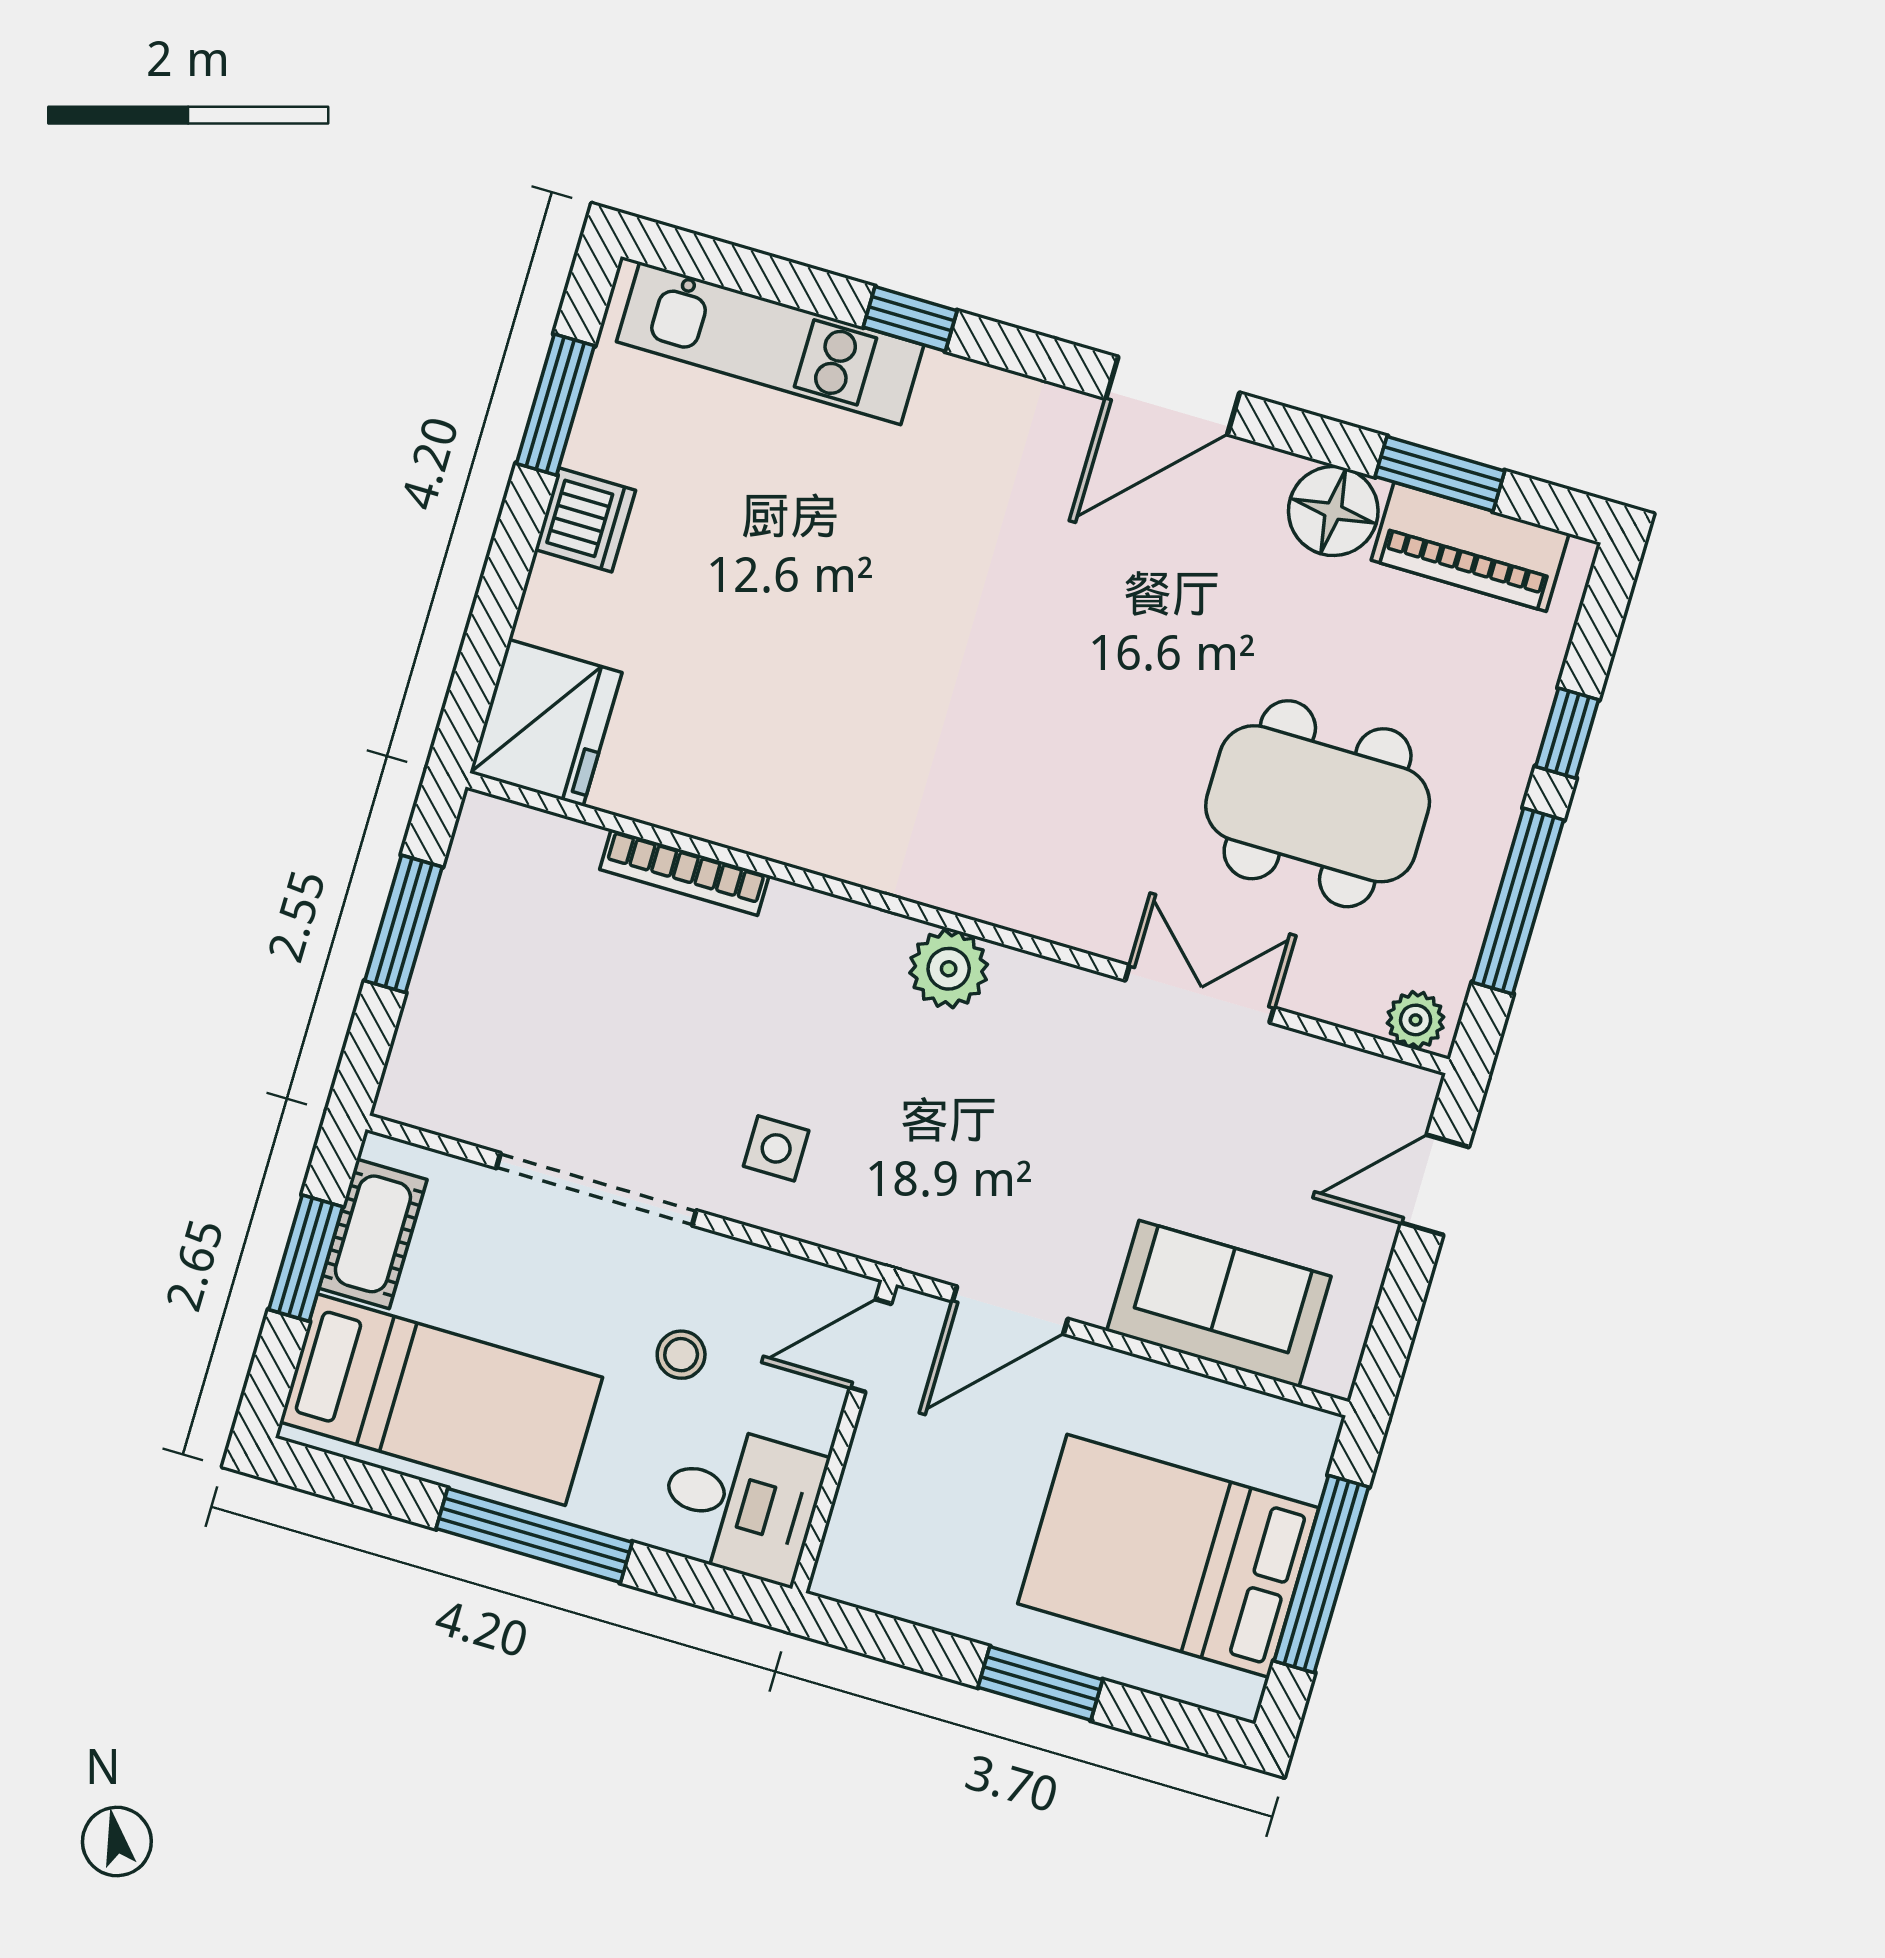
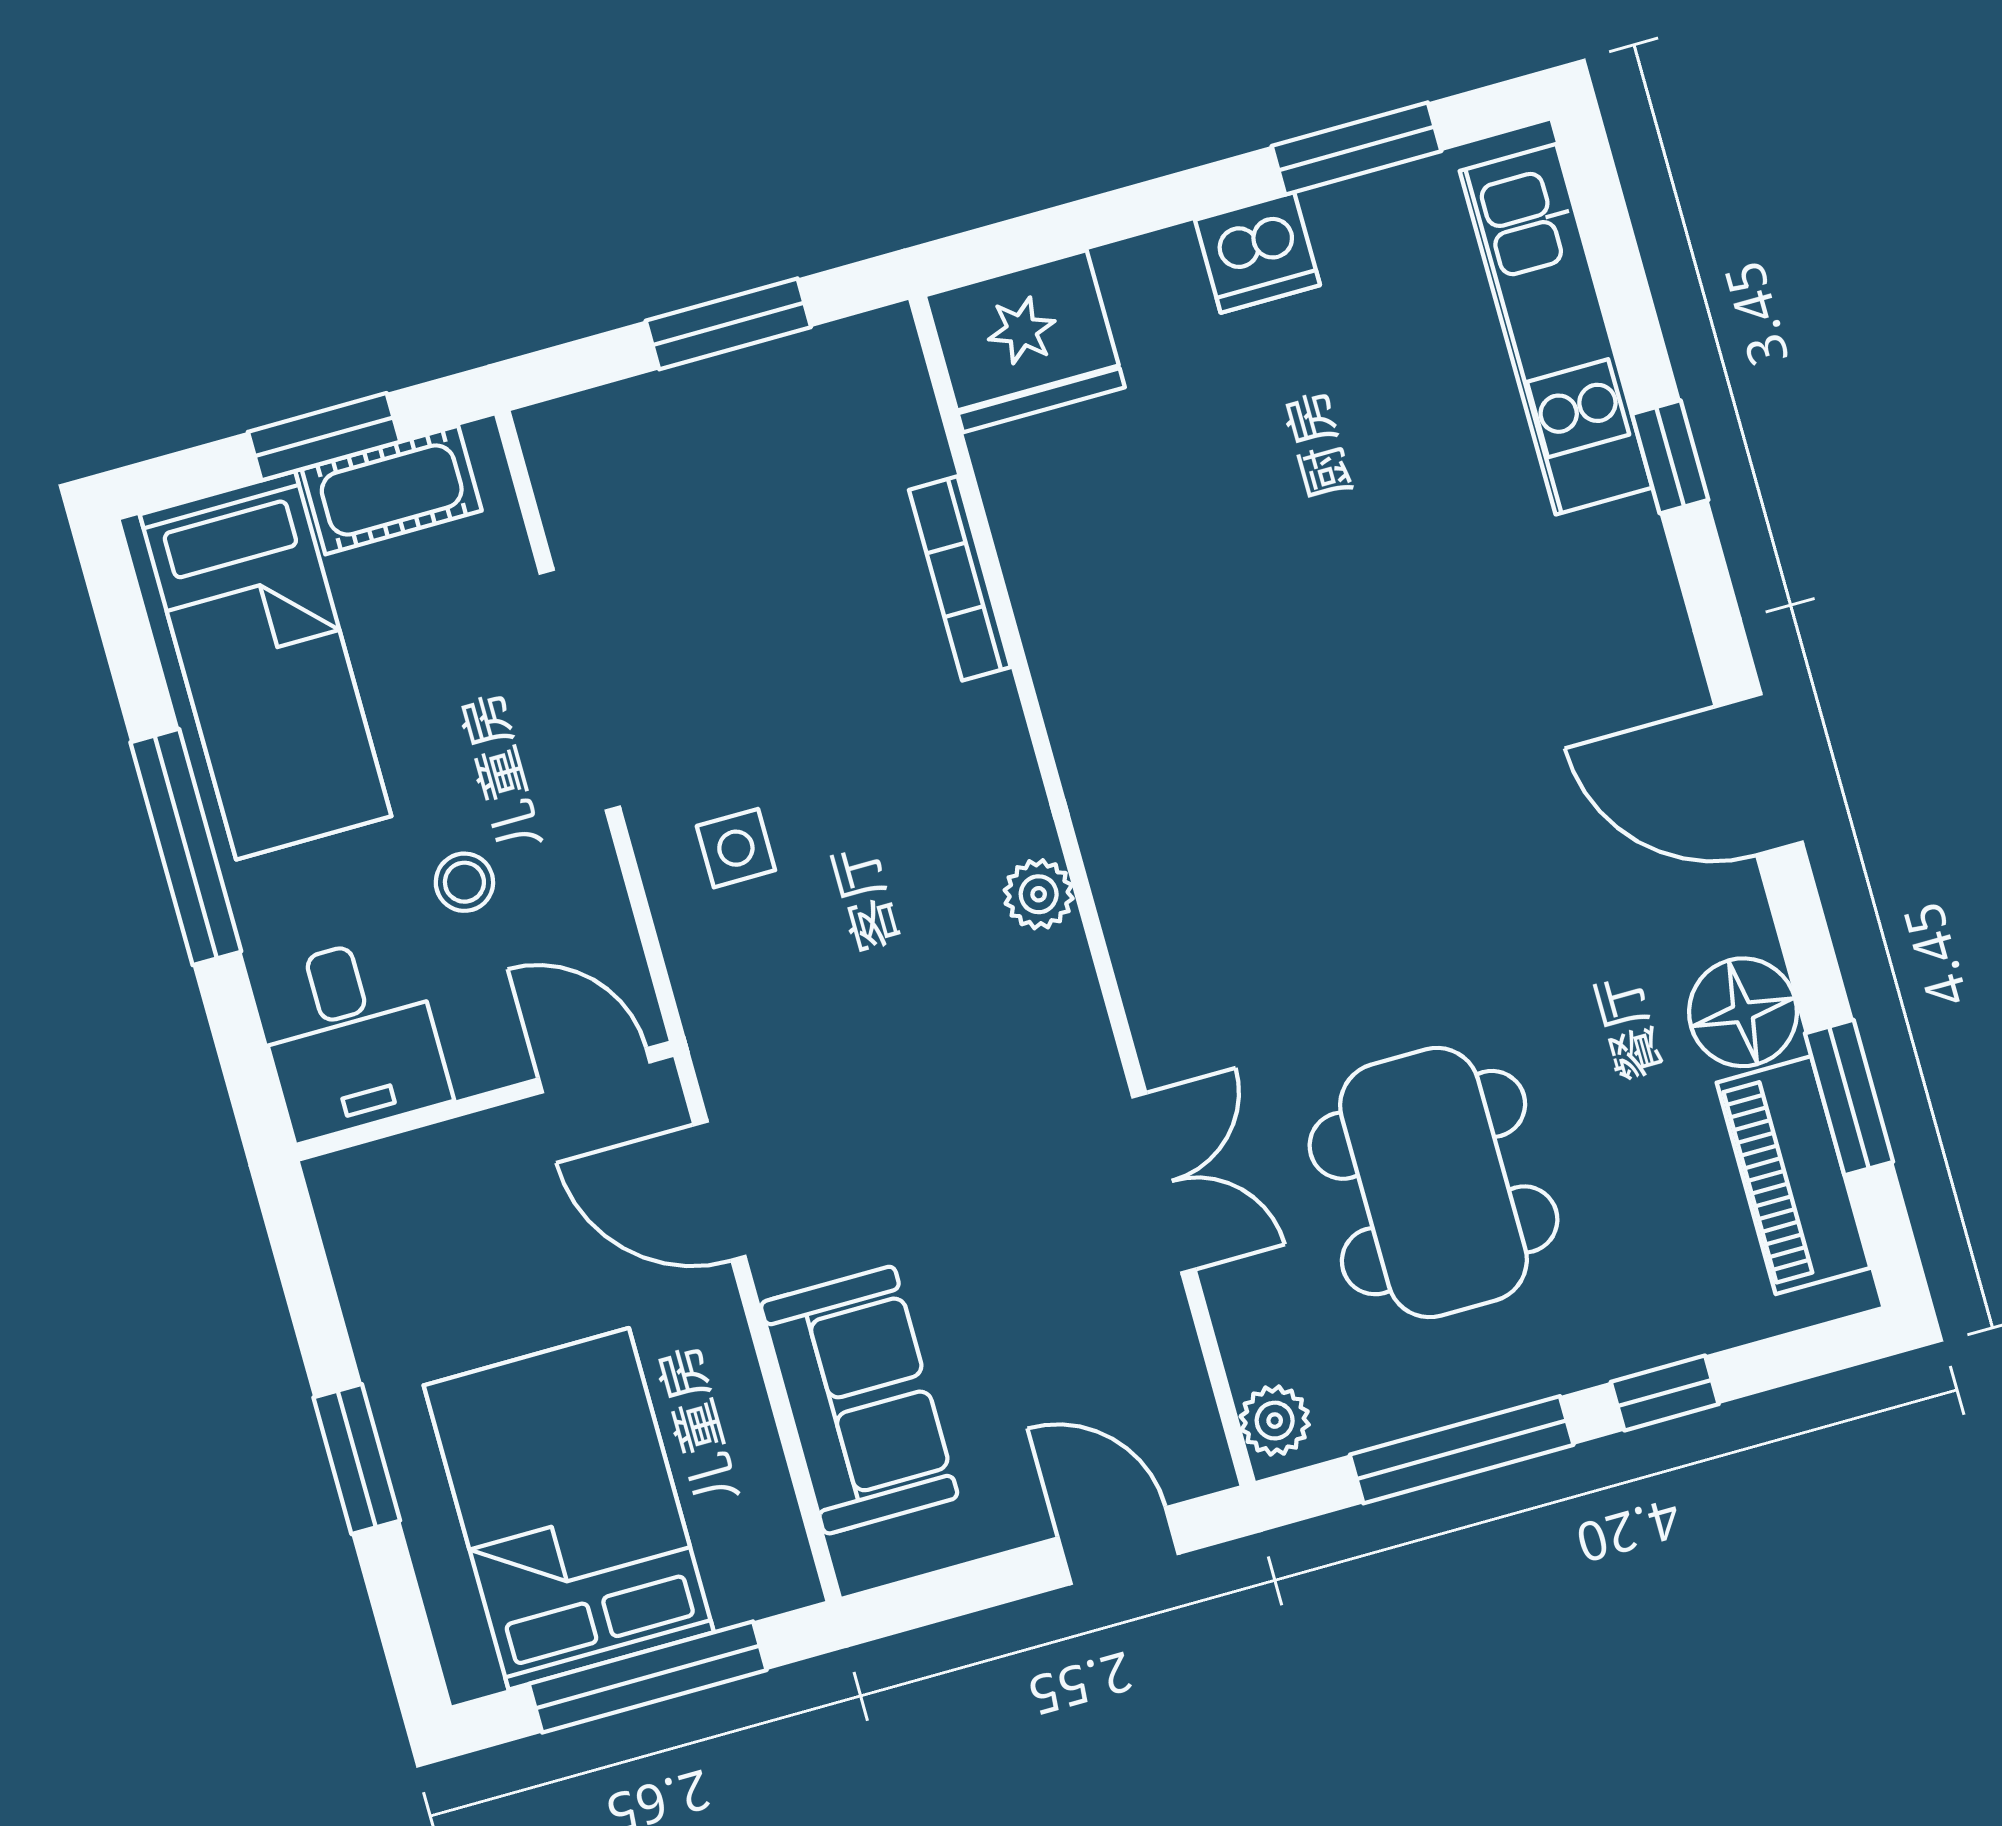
plant: (949, 969) -> (1039, 894), width x0.73, depth x0.73

